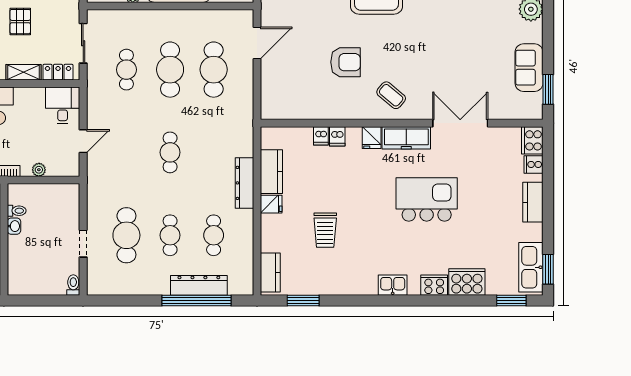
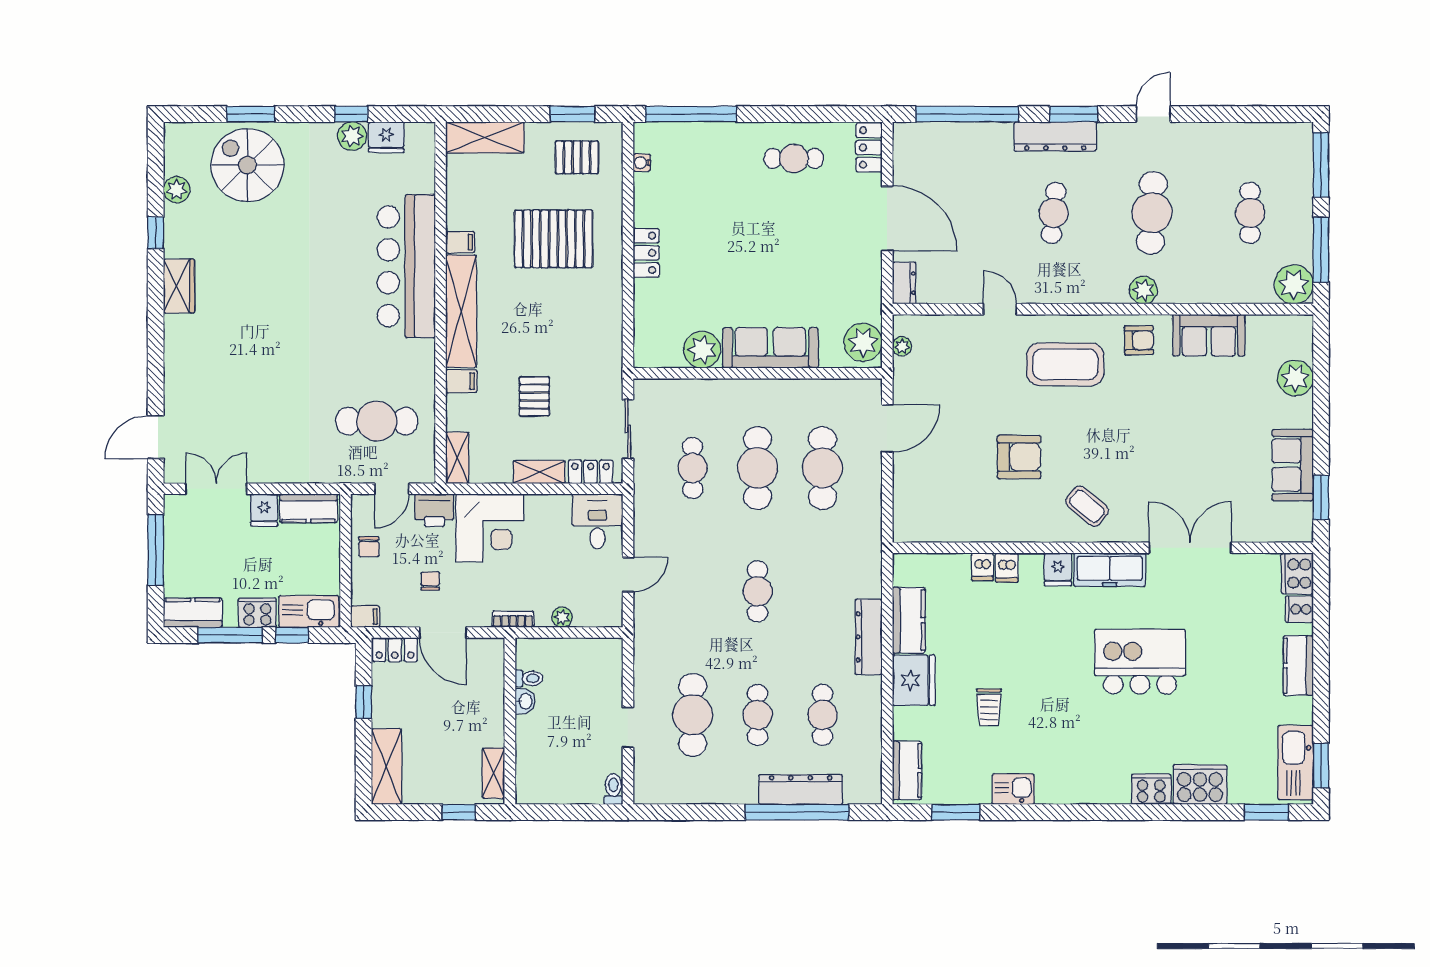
fridge: (271, 204) -> (914, 680), width x1.88, depth x1.34
trolley: (325, 230) -> (989, 707), width x0.73, depth x0.72
kitchen sink: (393, 285) -> (1013, 789), moved

